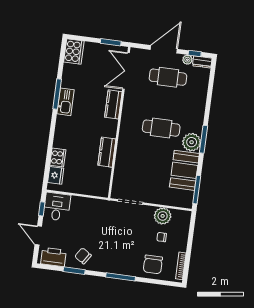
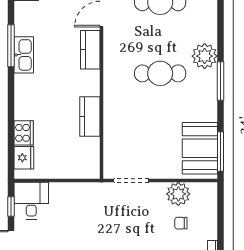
plant: (192, 142) -> (205, 56), moved
booth: (184, 170) -> (200, 148), moved

